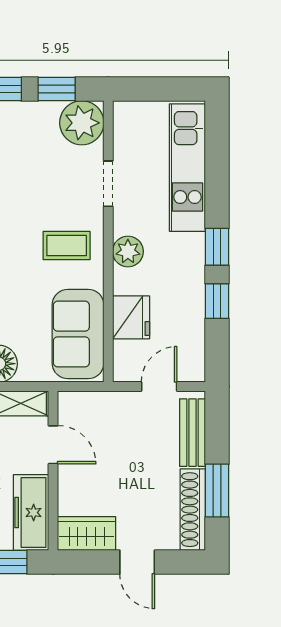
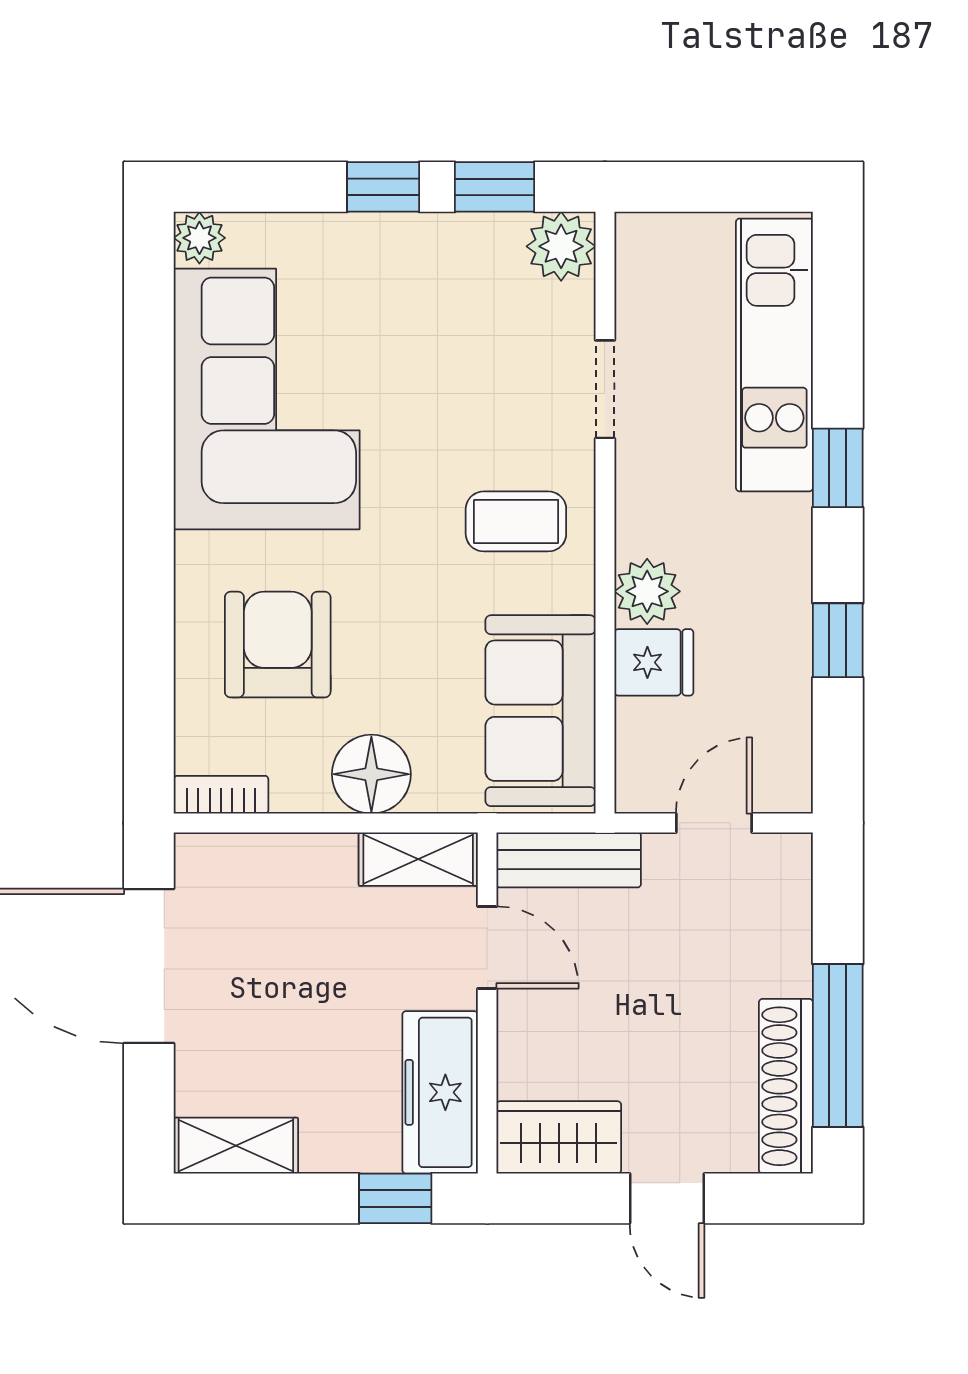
plant: (82, 123) -> (561, 246), width x0.73, depth x0.73
window: (217, 247) -> (838, 468), moved
plant: (128, 251) -> (647, 591), moved
fridge: (131, 317) -> (654, 662), width x0.72
bench: (193, 433) -> (569, 860), moved, turned 90
window: (217, 491) -> (838, 1045), width x1.44

